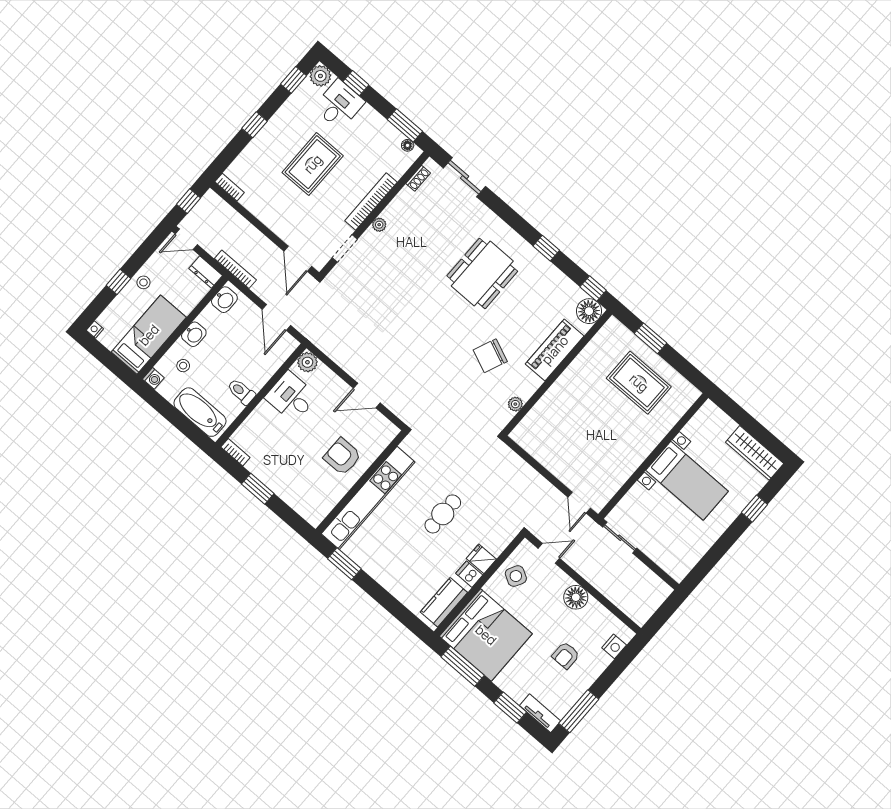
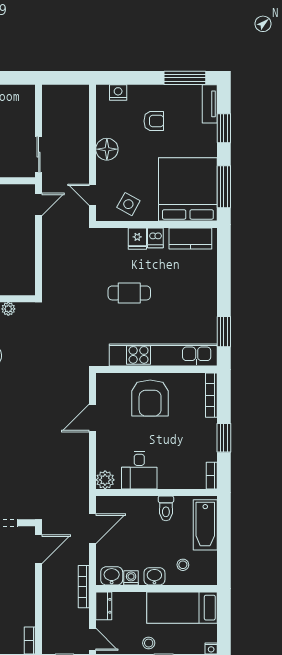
washing machine: (153, 378) -> (131, 578), moved
door: (367, 396) -> (92, 418), swing flipped
armchair: (342, 457) -> (150, 398), width x1.36, depth x1.36
bookcase: (301, 509) -> (211, 395), added

